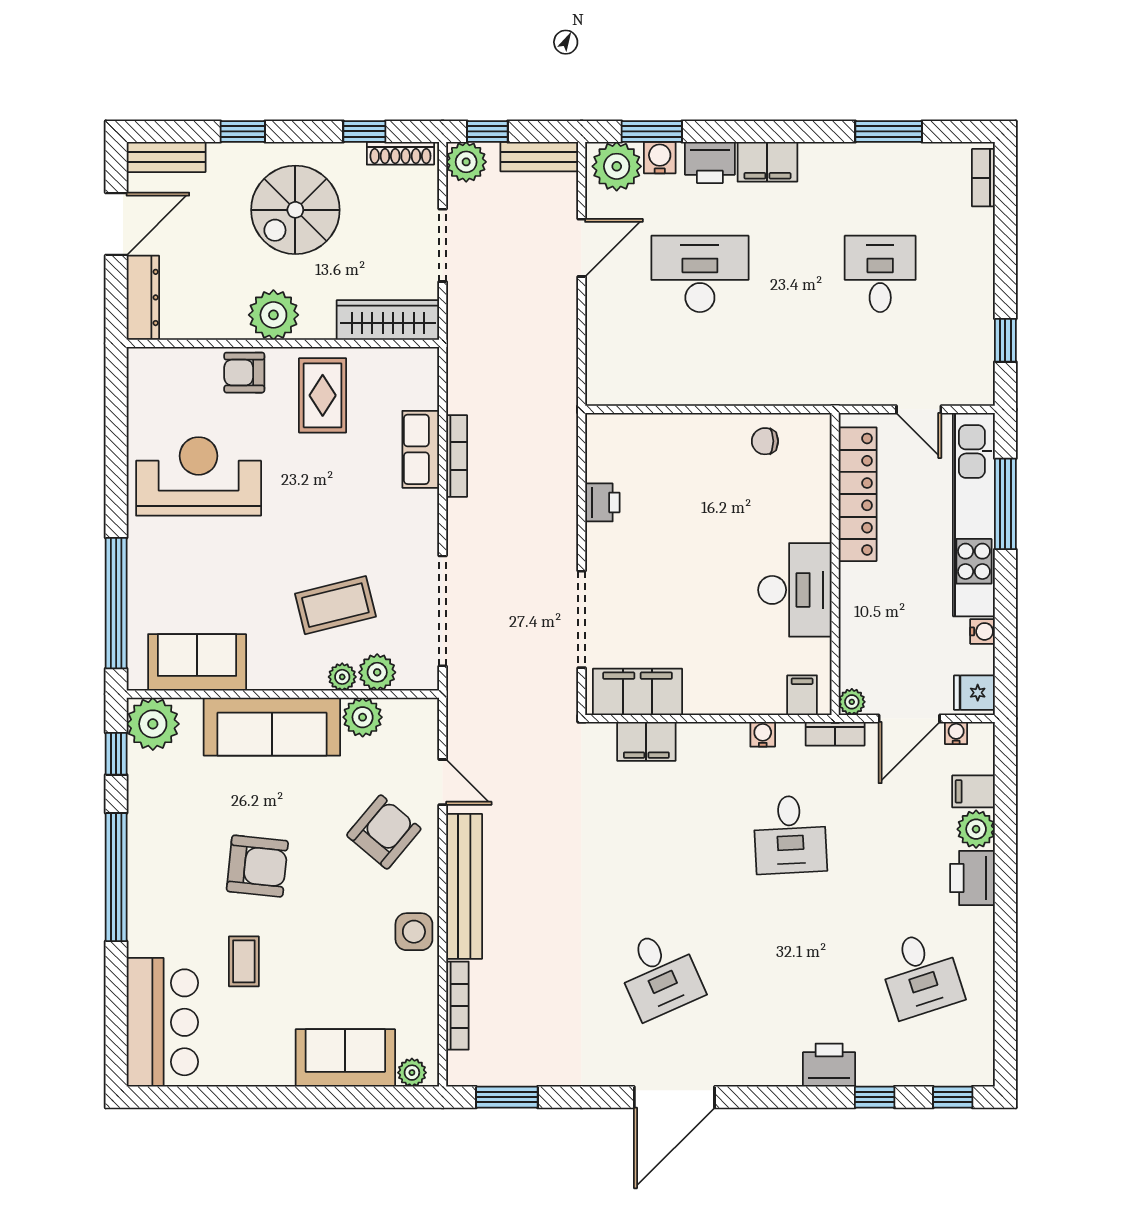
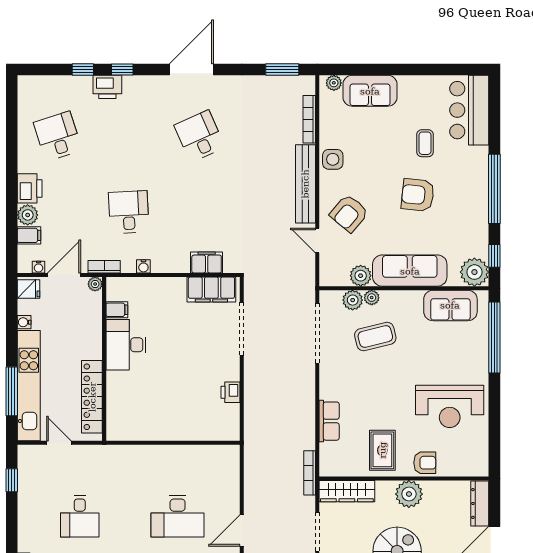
chair: (765, 441) -> (142, 425), removed
bookcase: (457, 456) -> (310, 473), moved
filing cabinet: (802, 695) -> (117, 310), moved, turned -90
window: (953, 1097) -> (122, 70), moved

